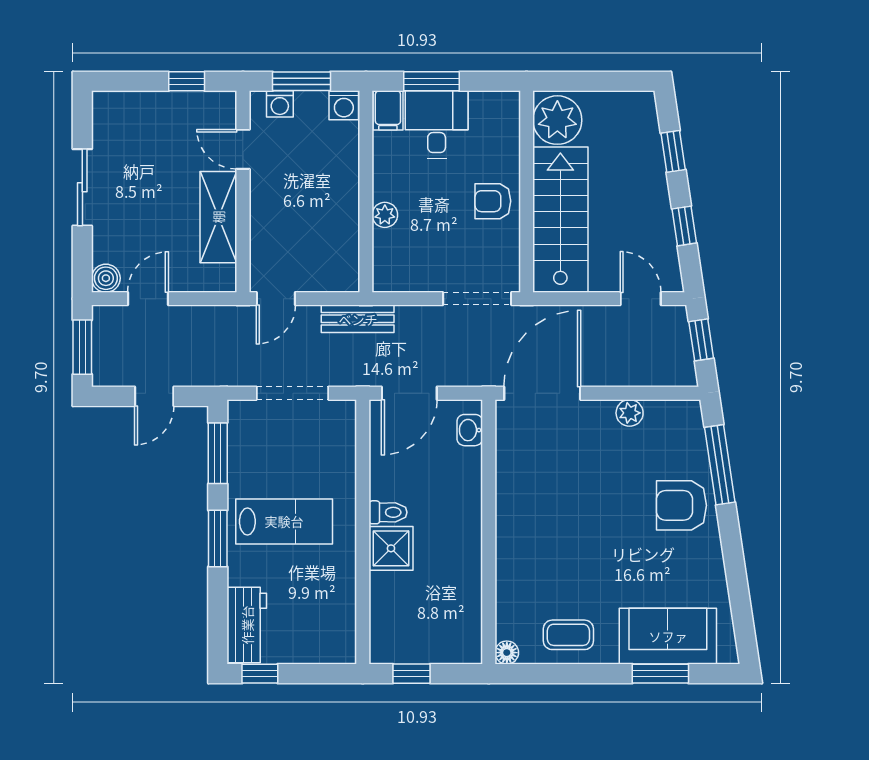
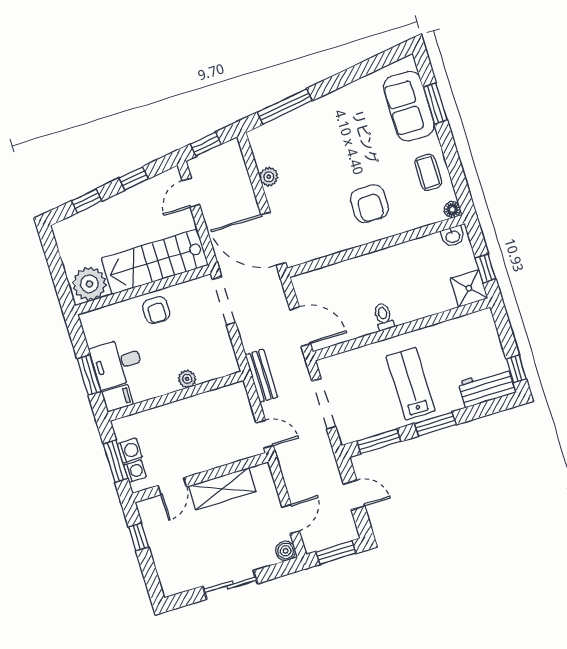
washing machine: (344, 105) -> (130, 451), moved
door: (148, 299) -> (291, 519), swing flipped
washbasin: (470, 430) -> (453, 236), moved
armchair: (681, 505) -> (369, 204), moved
shower: (391, 548) -> (469, 288), moved

